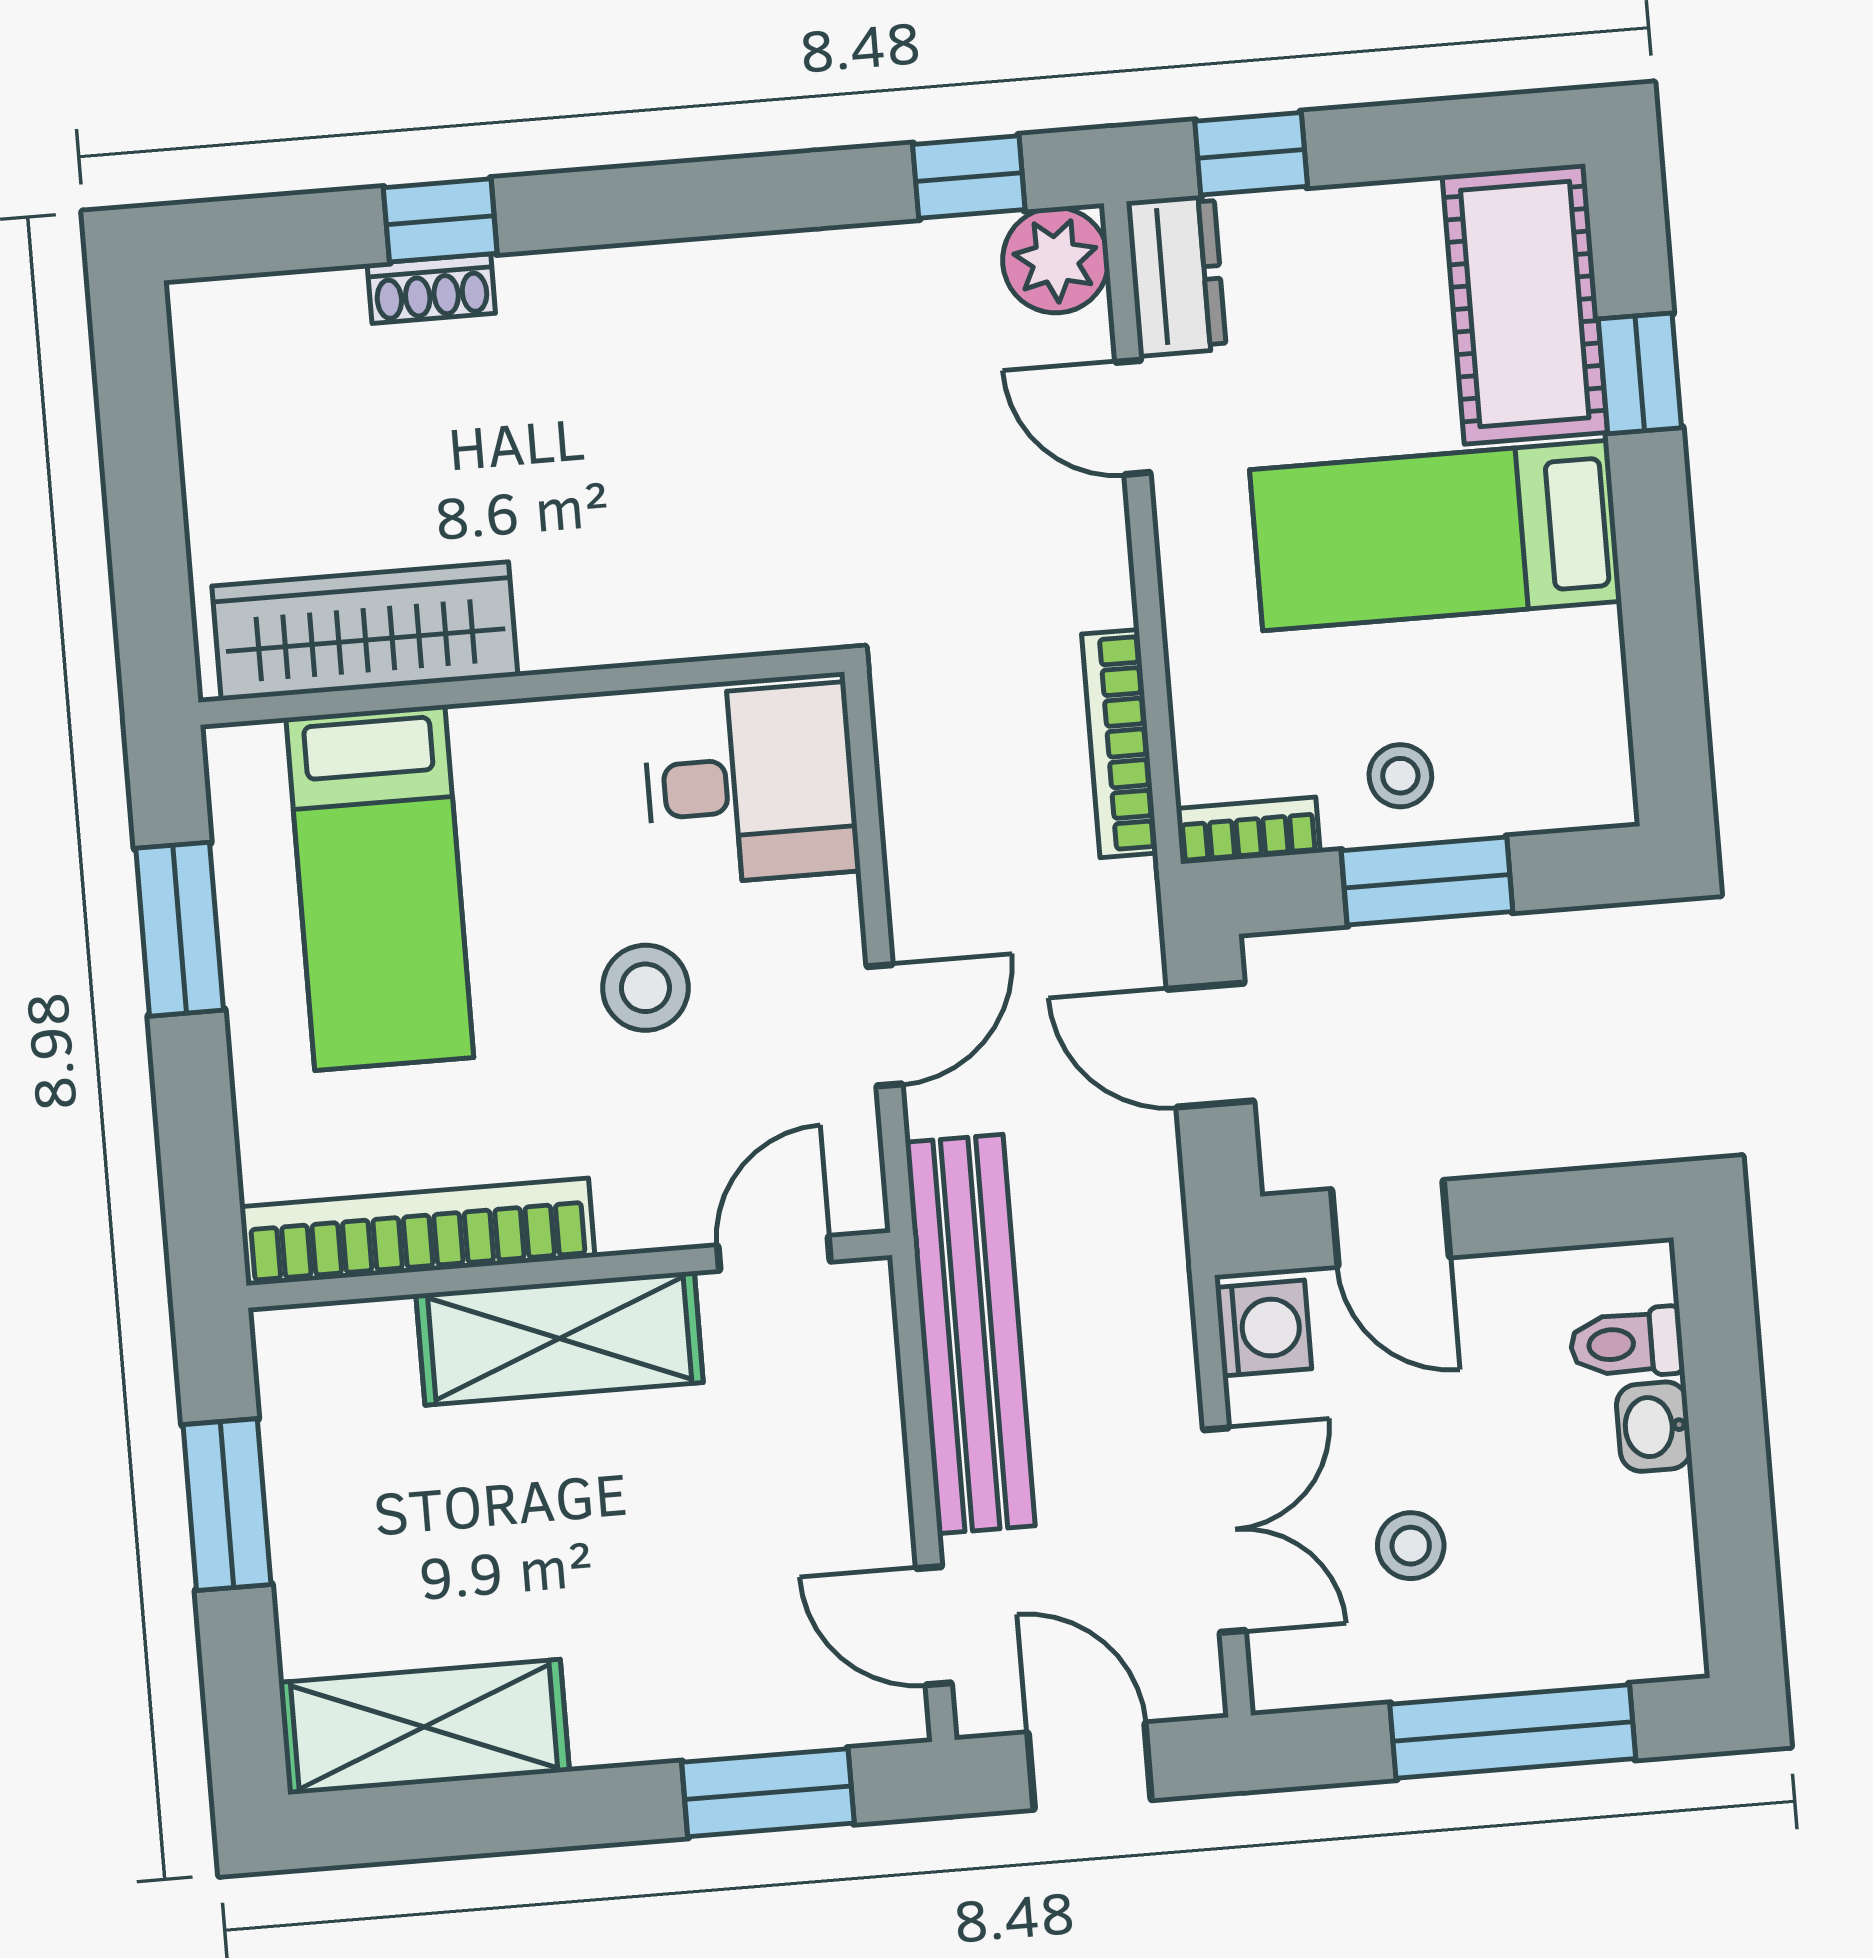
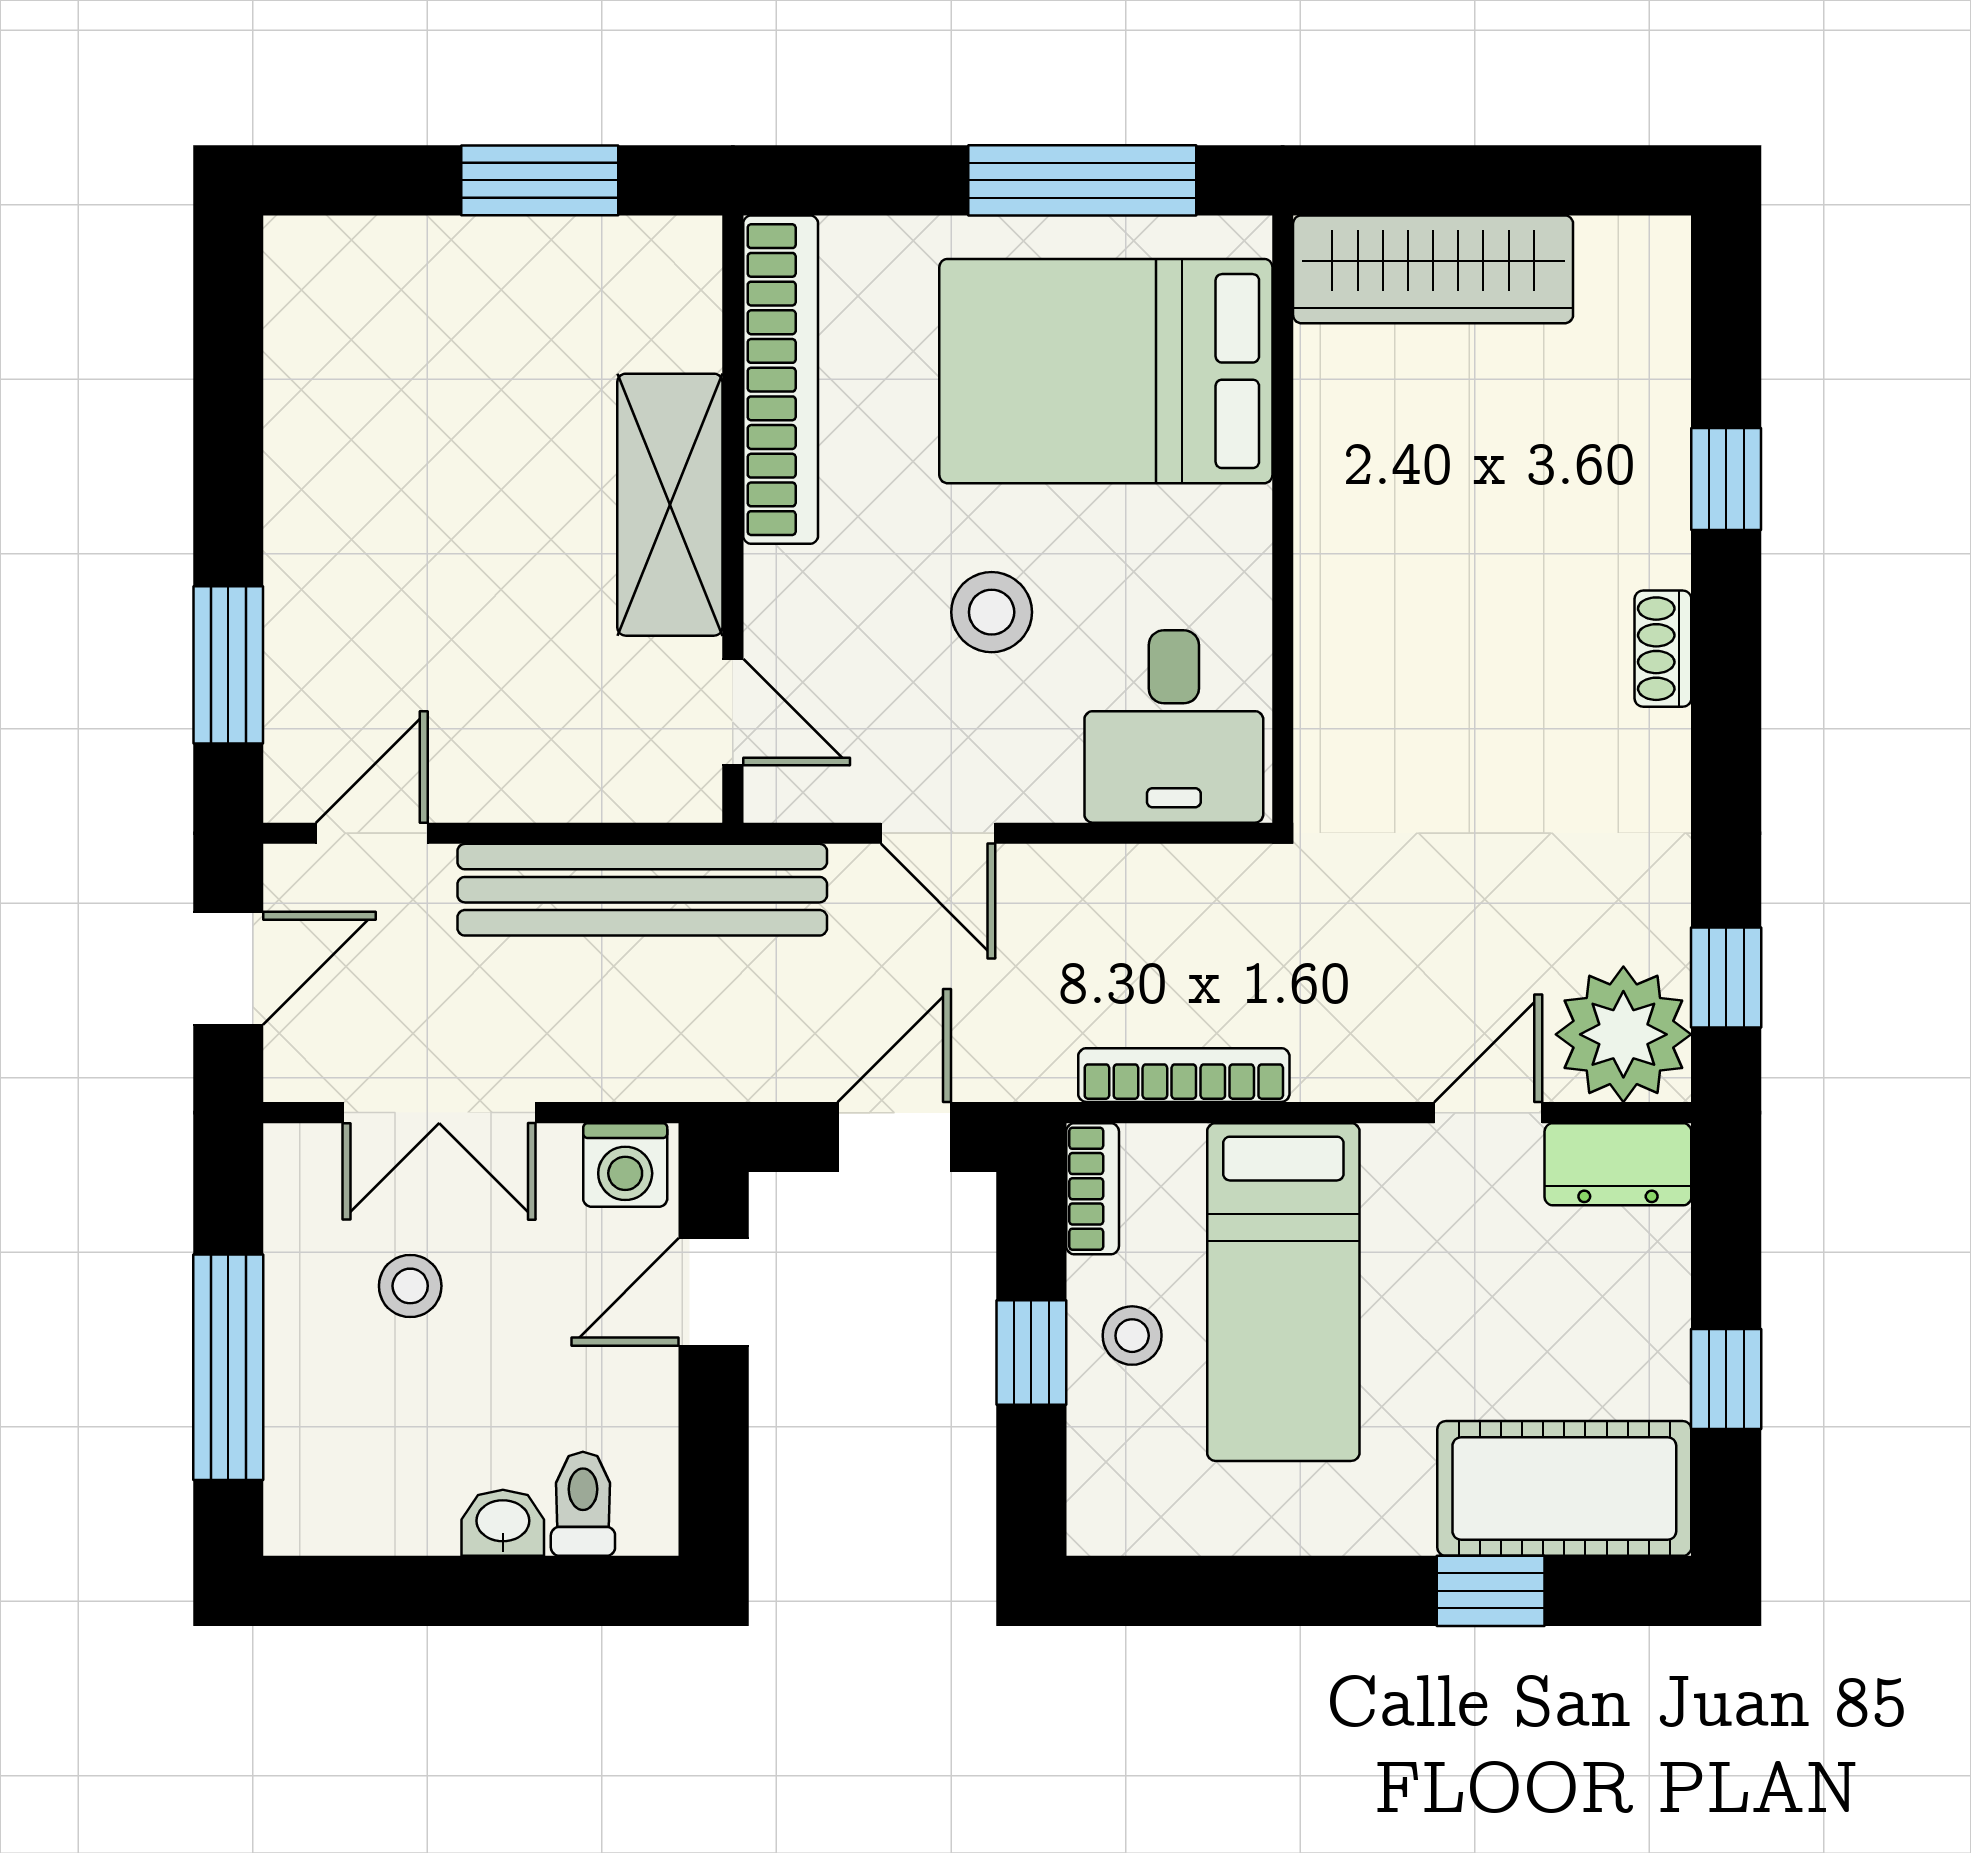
window: (1251, 154) -> (1726, 1379), moved
plant: (1056, 260) -> (1623, 1034), width x1.36, depth x1.36
shoe rack: (431, 289) -> (1663, 649), moved
bed: (1435, 536) -> (1283, 1292), moved, turned 180
wardrobe: (365, 631) -> (1433, 269), moved, turned 90
window: (1427, 881) -> (1031, 1352), width x0.67
bed: (380, 888) -> (1106, 371), width x1.50
window: (180, 929) -> (1082, 180), width x1.44
shelving: (424, 1727) -> (316, 348), removed

